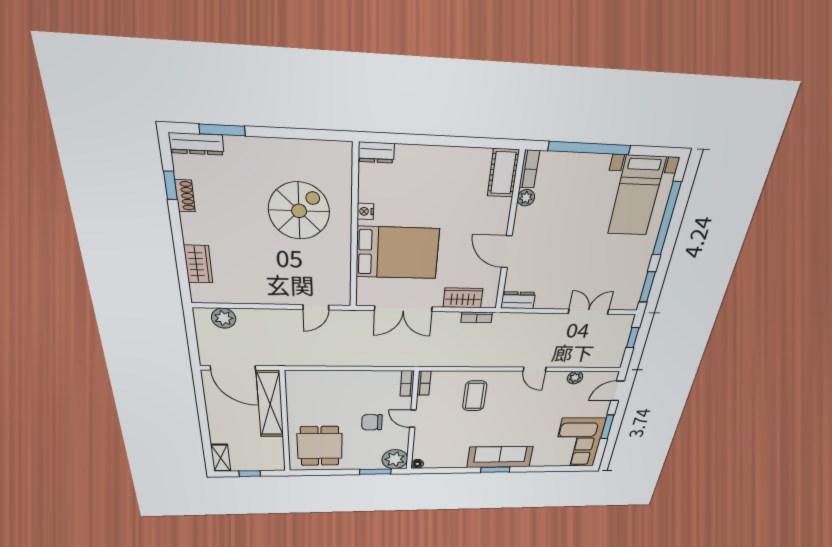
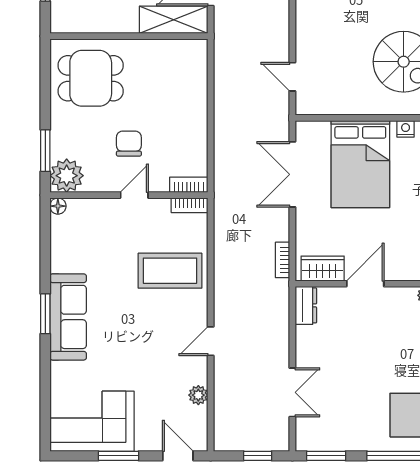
wardrobe: (463, 298) -> (323, 269), moved, turned -90
coffee table: (475, 396) -> (170, 271), width x1.36, depth x1.32
shelving: (270, 404) -> (174, 20), width x0.68

